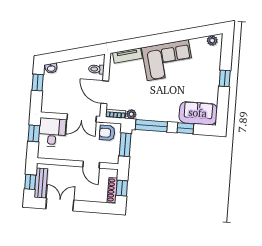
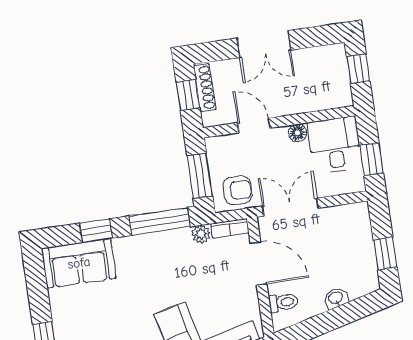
washbasin: (51, 68) -> (336, 298), moved
desk: (52, 132) -> (335, 145), moved, turned 180
floor lamp: (69, 156) -> (297, 133), added
bench: (41, 183) -> (338, 71), removed
double door: (60, 204) -> (264, 44), moved

